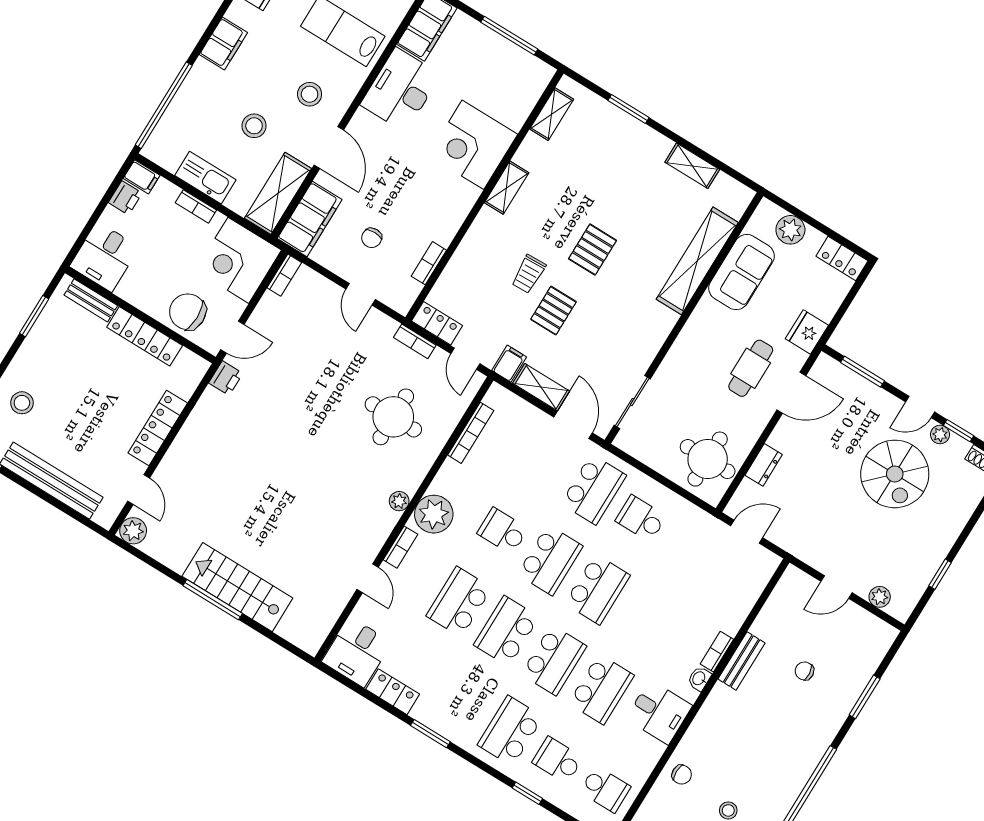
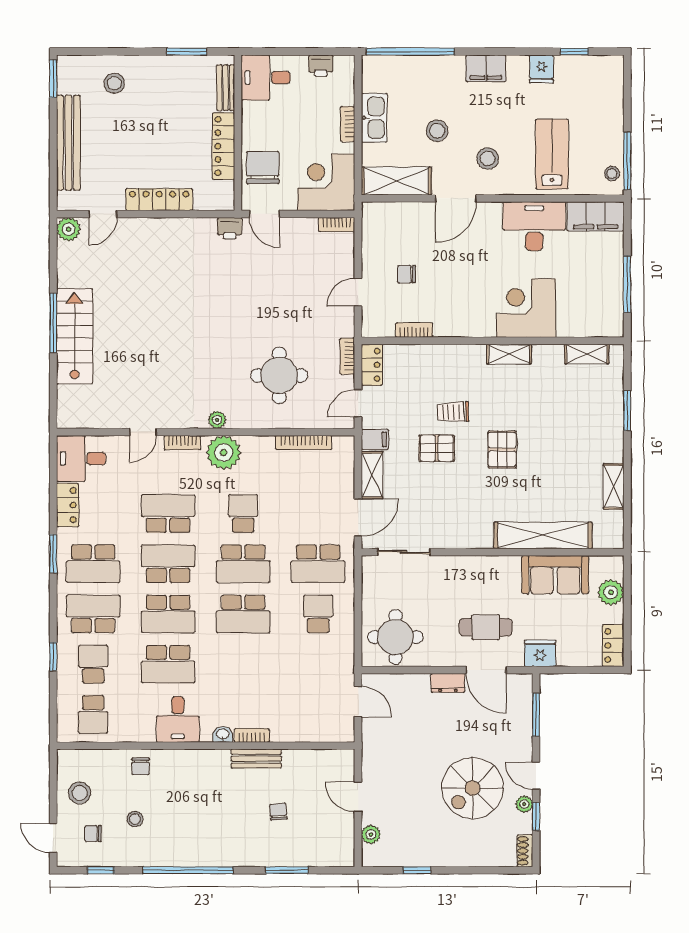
filing cabinet: (142, 177) -> (345, 68), removed
filing cabinet: (310, 219) -> (392, 217), removed
pallet: (593, 250) -> (502, 449), turned 90
dresser: (764, 465) -> (448, 683), moved
school desk: (463, 702) -> (93, 564), added

